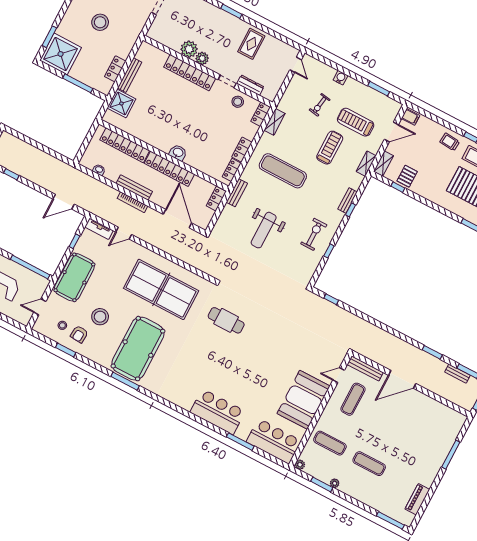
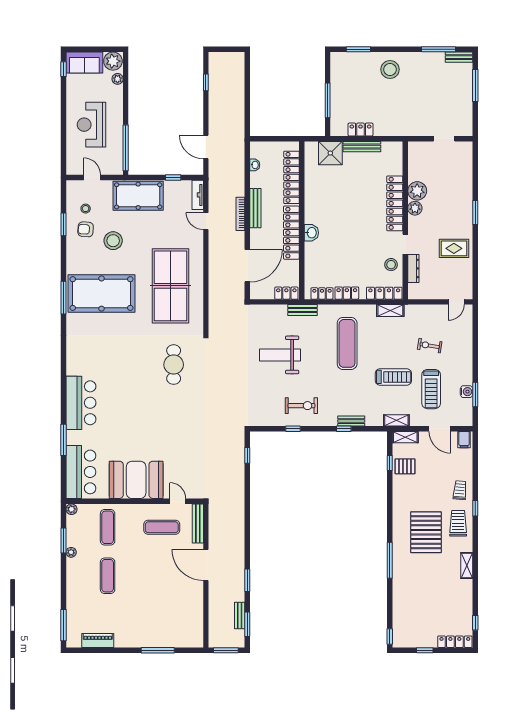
stool: (100, 22) -> (390, 69), moved
shower: (61, 54) -> (347, 69), removed
water cooler: (341, 78) -> (467, 392), moved
locker: (261, 114) -> (384, 293), width x1.53
treadmill: (356, 122) -> (431, 389), turned 180

